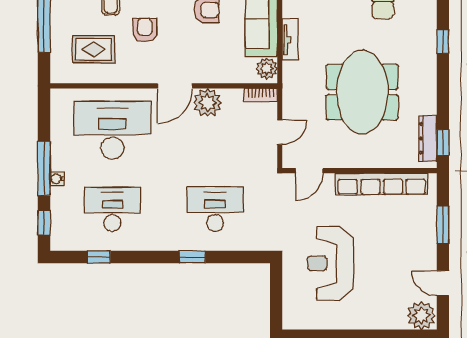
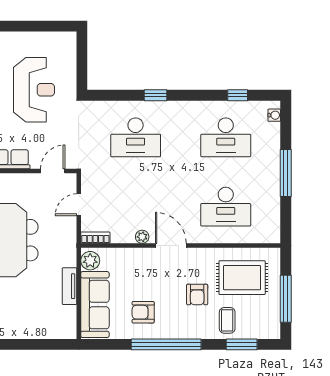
rug: (94, 49) -> (242, 278), width x1.36, depth x1.43
door: (175, 86) -> (171, 246), hinge flipped
plant: (208, 102) -> (142, 237), width x0.53, depth x0.53
desk: (112, 130) -> (226, 207), width x0.73, depth x0.77
water cooler: (57, 179) -> (274, 115), moved
window: (44, 223) -> (286, 126), removed

